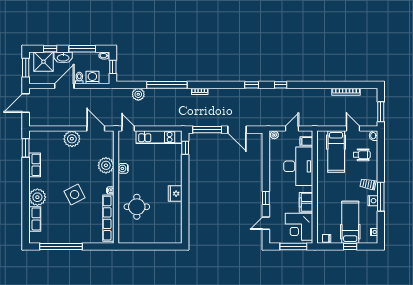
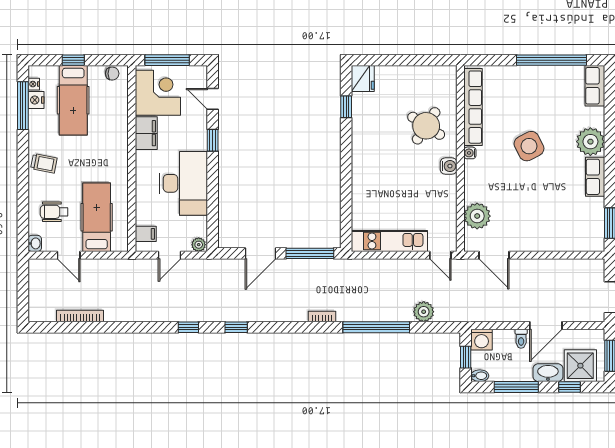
washing machine: (92, 77) -> (482, 340), moved
window: (381, 112) -> (23, 283), removed
door: (237, 130) -> (260, 253), swing flipped
plant: (72, 139) -> (534, 238), removed
window: (185, 148) -> (346, 107), moved
row of seats: (35, 165) -> (595, 177), moved
plant: (106, 165) -> (477, 216), moved
desk: (298, 166) -> (183, 183), moved, turned 180
water cooler: (123, 168) -> (449, 166), moved
fridge: (175, 194) -> (363, 78), moved
window: (381, 197) -> (23, 106), moved
nightstand: (373, 201) -> (36, 100), moved
round table: (137, 207) -> (426, 126), turned 33
row of seats: (35, 219) -> (595, 86), moved
door: (266, 223) -> (213, 99), swing flipped

